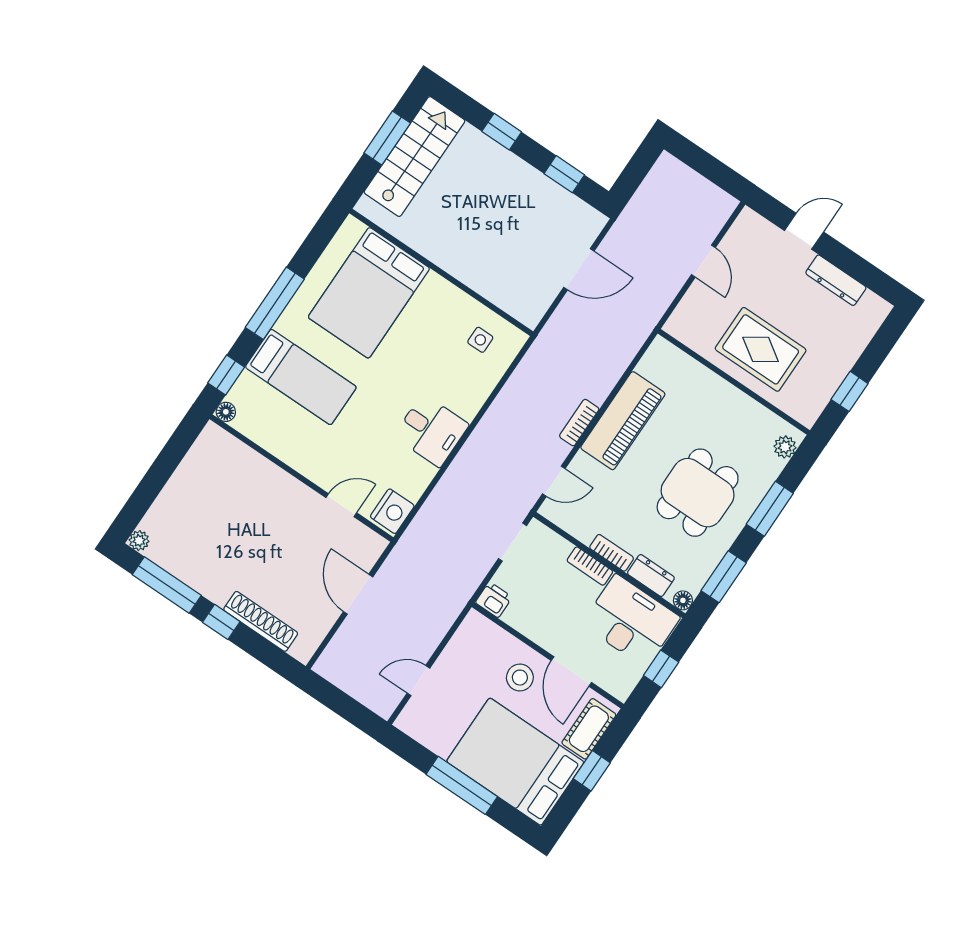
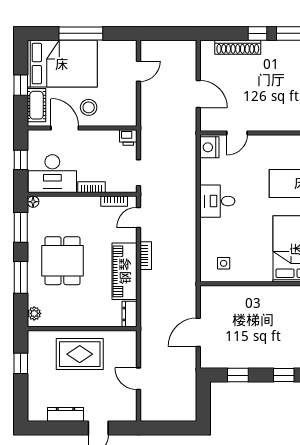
bookcase: (612, 553) -> (114, 201), moved
dresser: (651, 575) -> (130, 314), moved, turned 90

